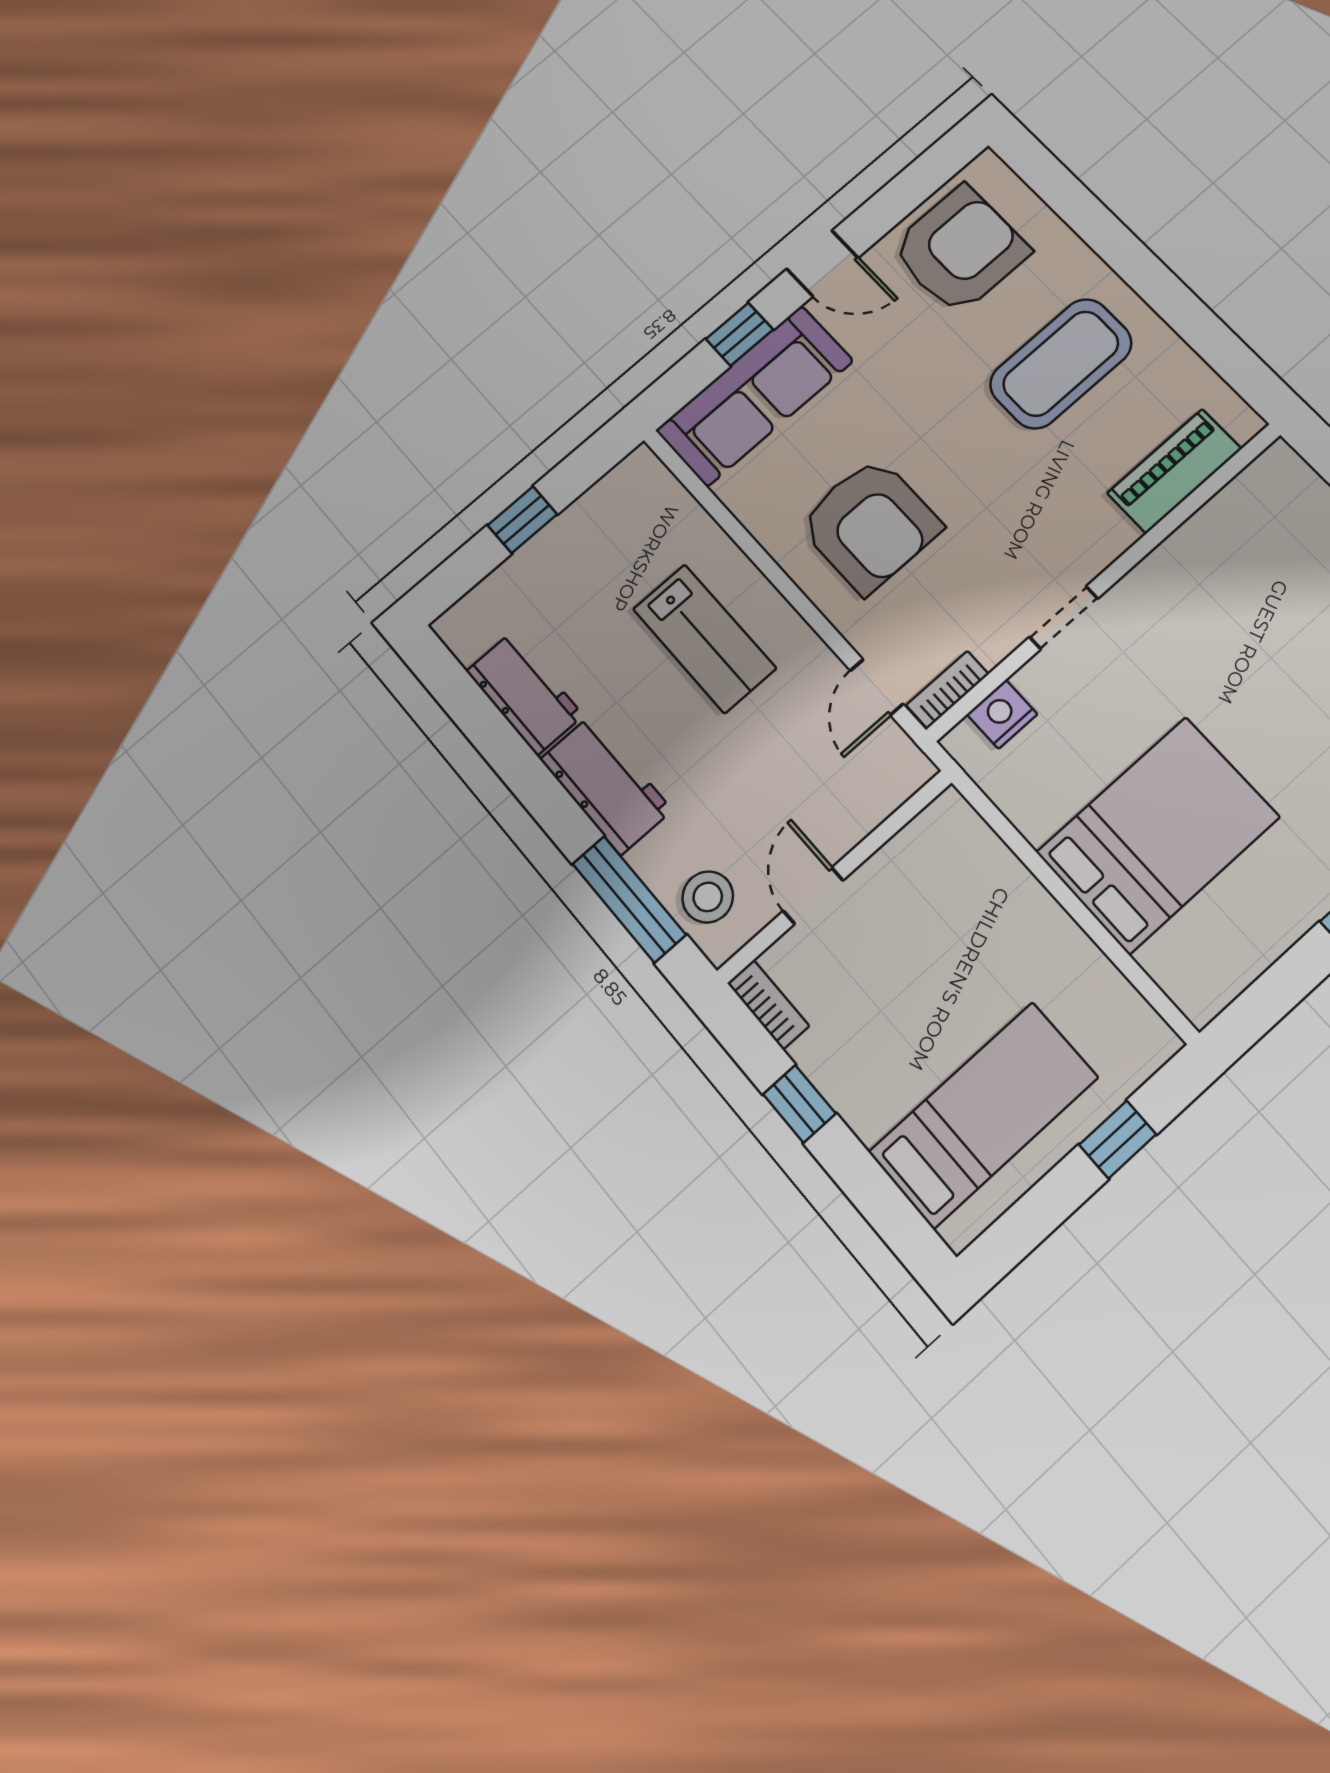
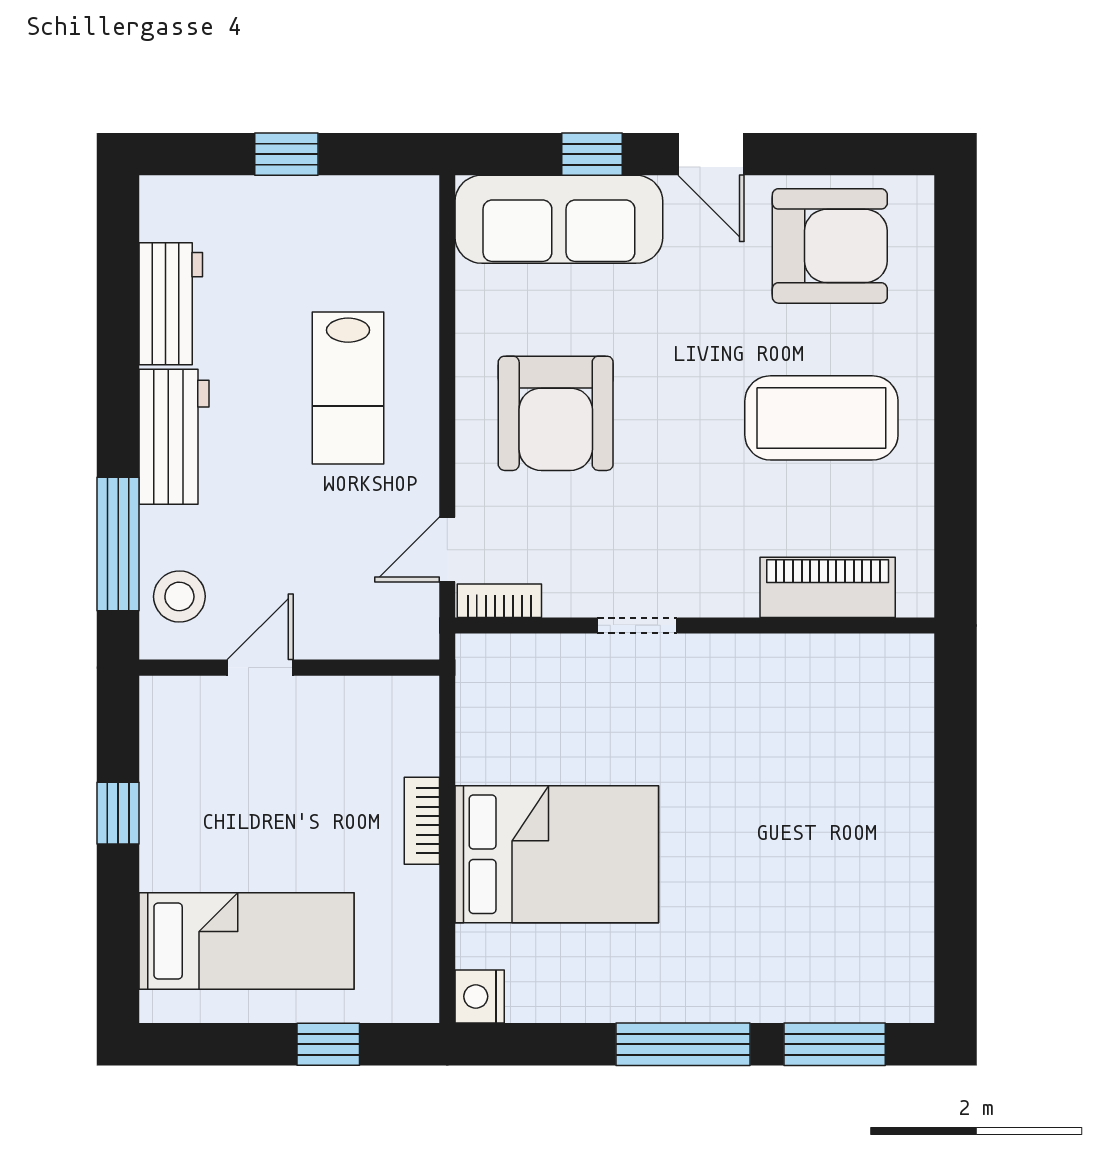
nightstand: (1002, 714) -> (480, 996), moved, turned -90
bookcase: (768, 1005) -> (422, 821), moved, turned 180

